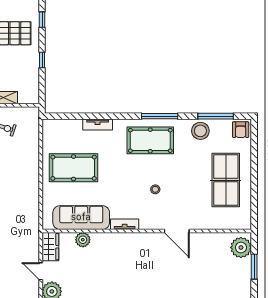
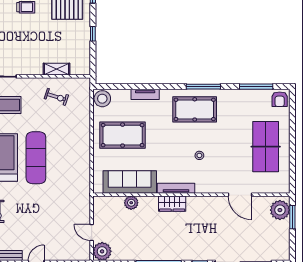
stool: (200, 131) -> (102, 99), moved
tv unit: (125, 224) -> (176, 188), width x1.41
door: (177, 231) -> (240, 195), moved
wardrobe: (50, 247) -> (172, 204), moved, turned 90
window: (254, 267) -> (292, 217), moved

